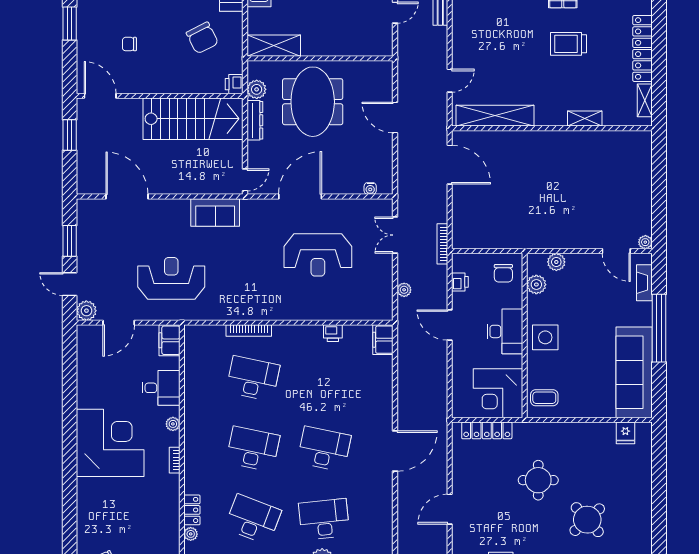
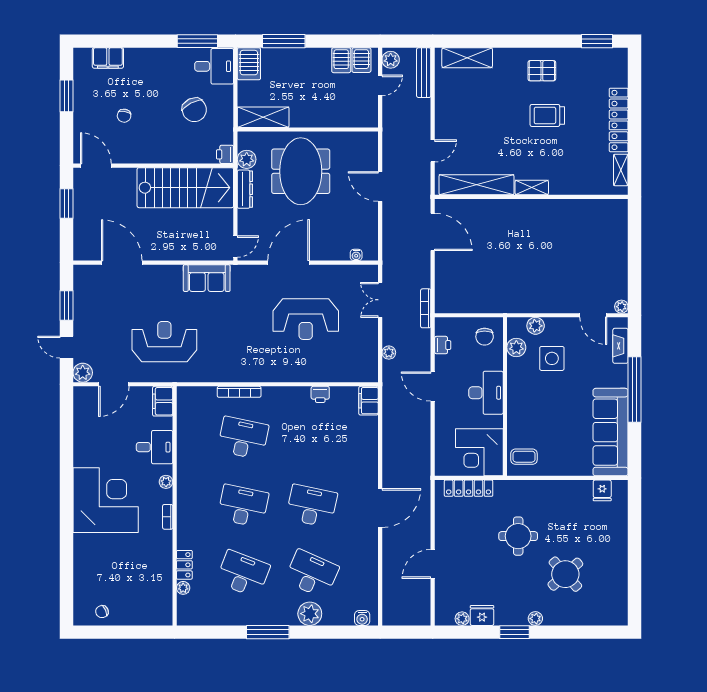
chair: (129, 44) -> (124, 116), turned -79
shelving: (585, 119) -> (532, 187), moved
side table: (545, 337) -> (552, 358), moved
desk: (324, 519) -> (312, 574), turned 30

